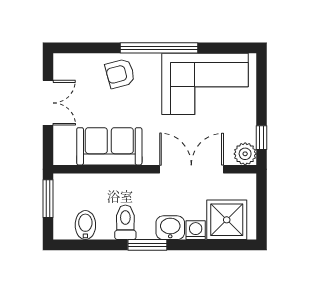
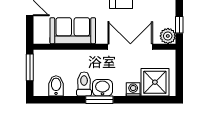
washbasin: (170, 228) -> (102, 88), moved

